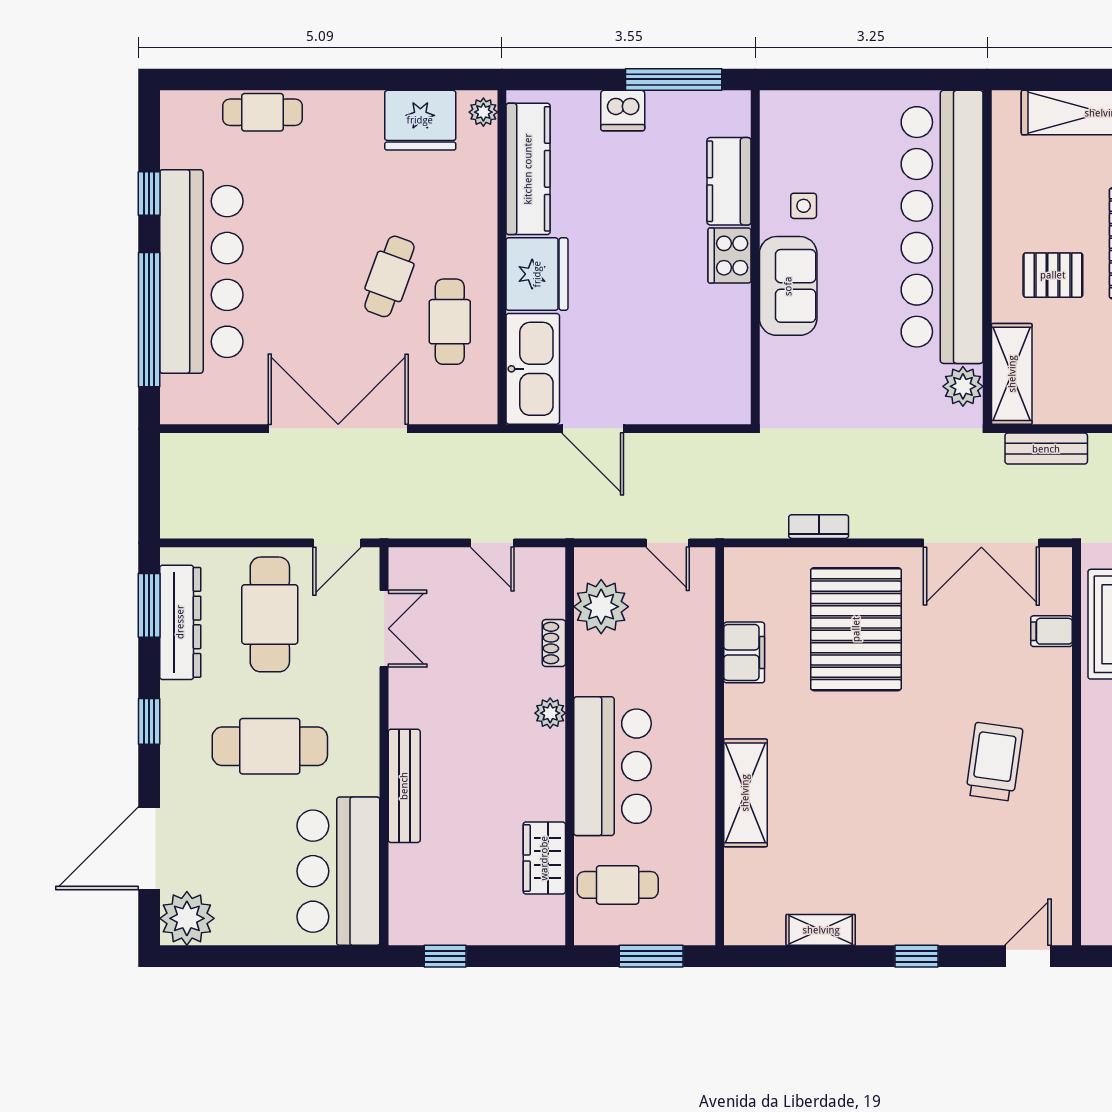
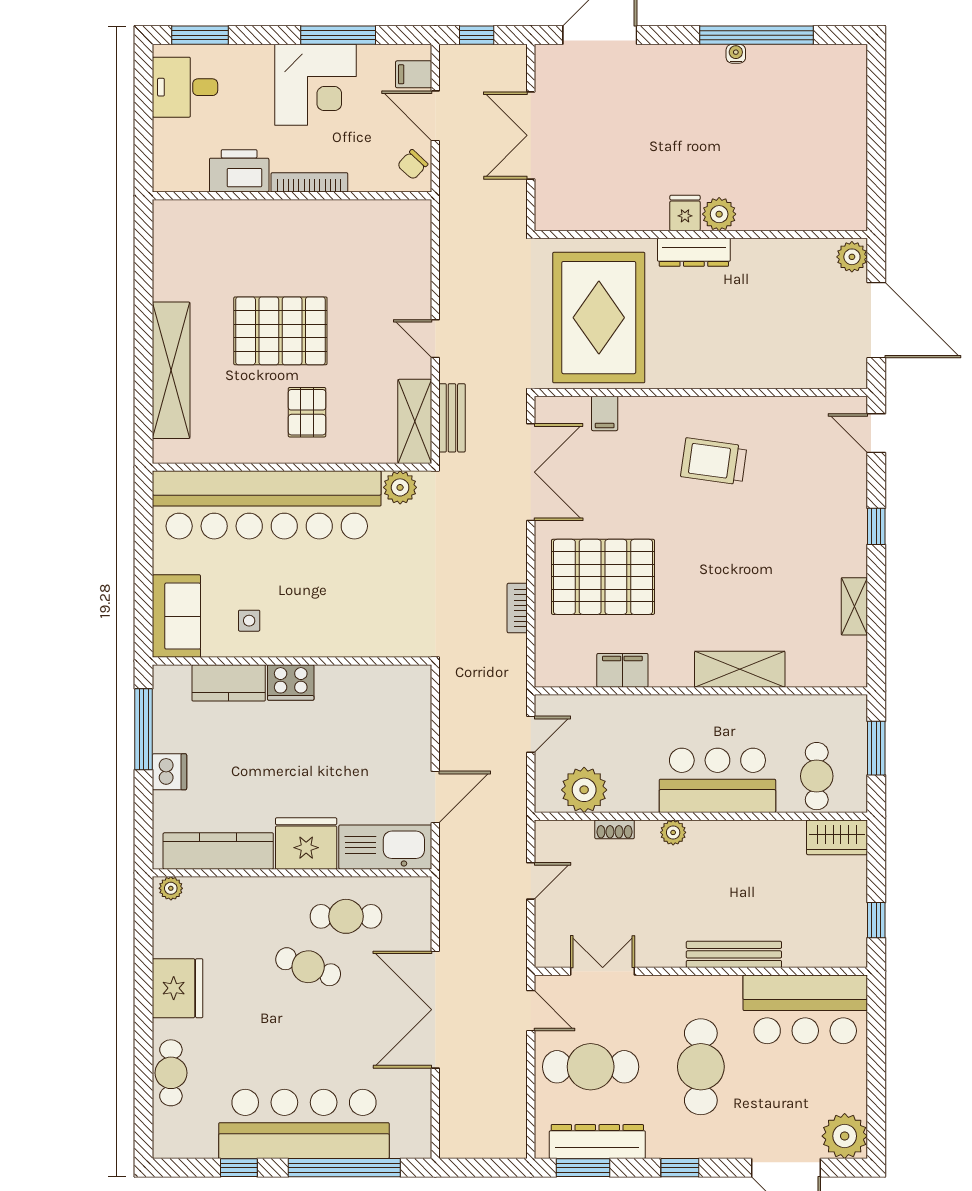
fridge: (420, 120) -> (178, 988), moved
sofa: (788, 286) -> (176, 616), moved, turned 90
shelving: (1012, 374) -> (415, 421), moved, turned 90
wardrobe: (544, 858) -> (837, 837), moved

